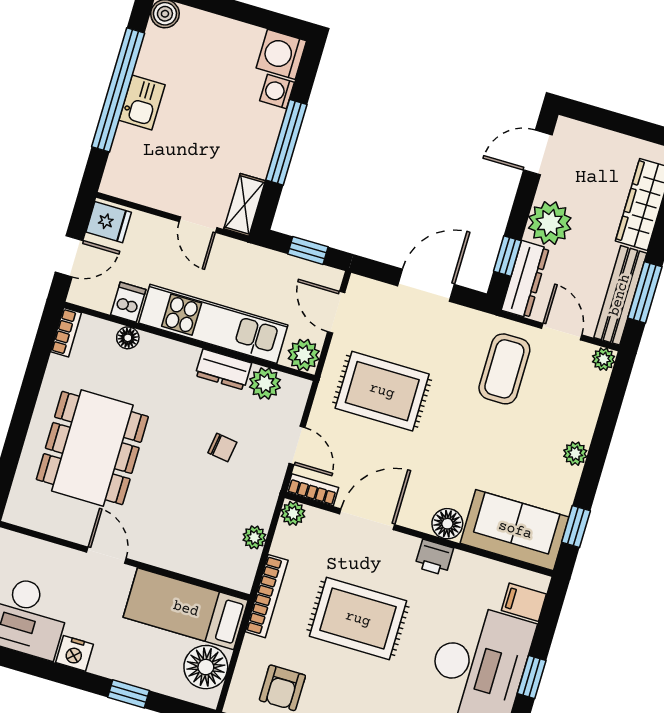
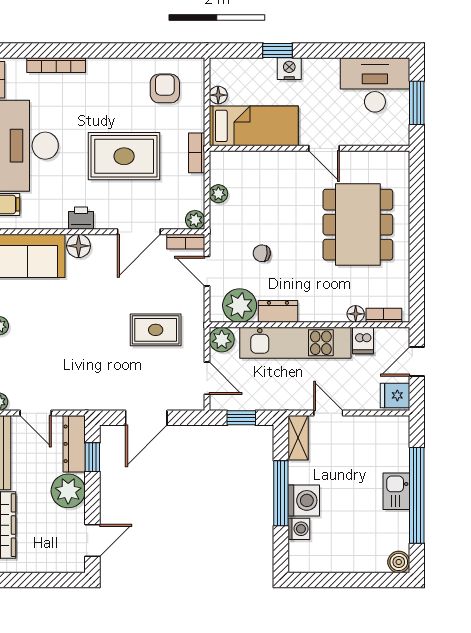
washing machine: (281, 54) -> (304, 500), moved
bookcase: (66, 332) -> (384, 315), moved, turned 90
coffee table: (504, 369) -> (70, 373), removed
plant: (265, 383) -> (240, 306), width x1.36, depth x1.36
rug: (382, 391) -> (156, 330), width x0.73, depth x0.70
bookcase: (267, 596) -> (197, 153), width x0.64
nightstand: (74, 653) -> (289, 69), moved
floor lamp: (206, 667) -> (218, 95), width x0.53, depth x0.53

